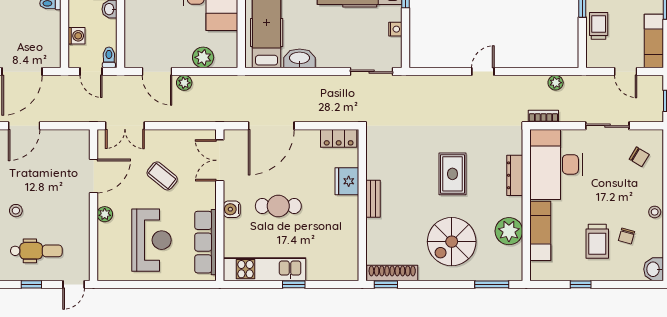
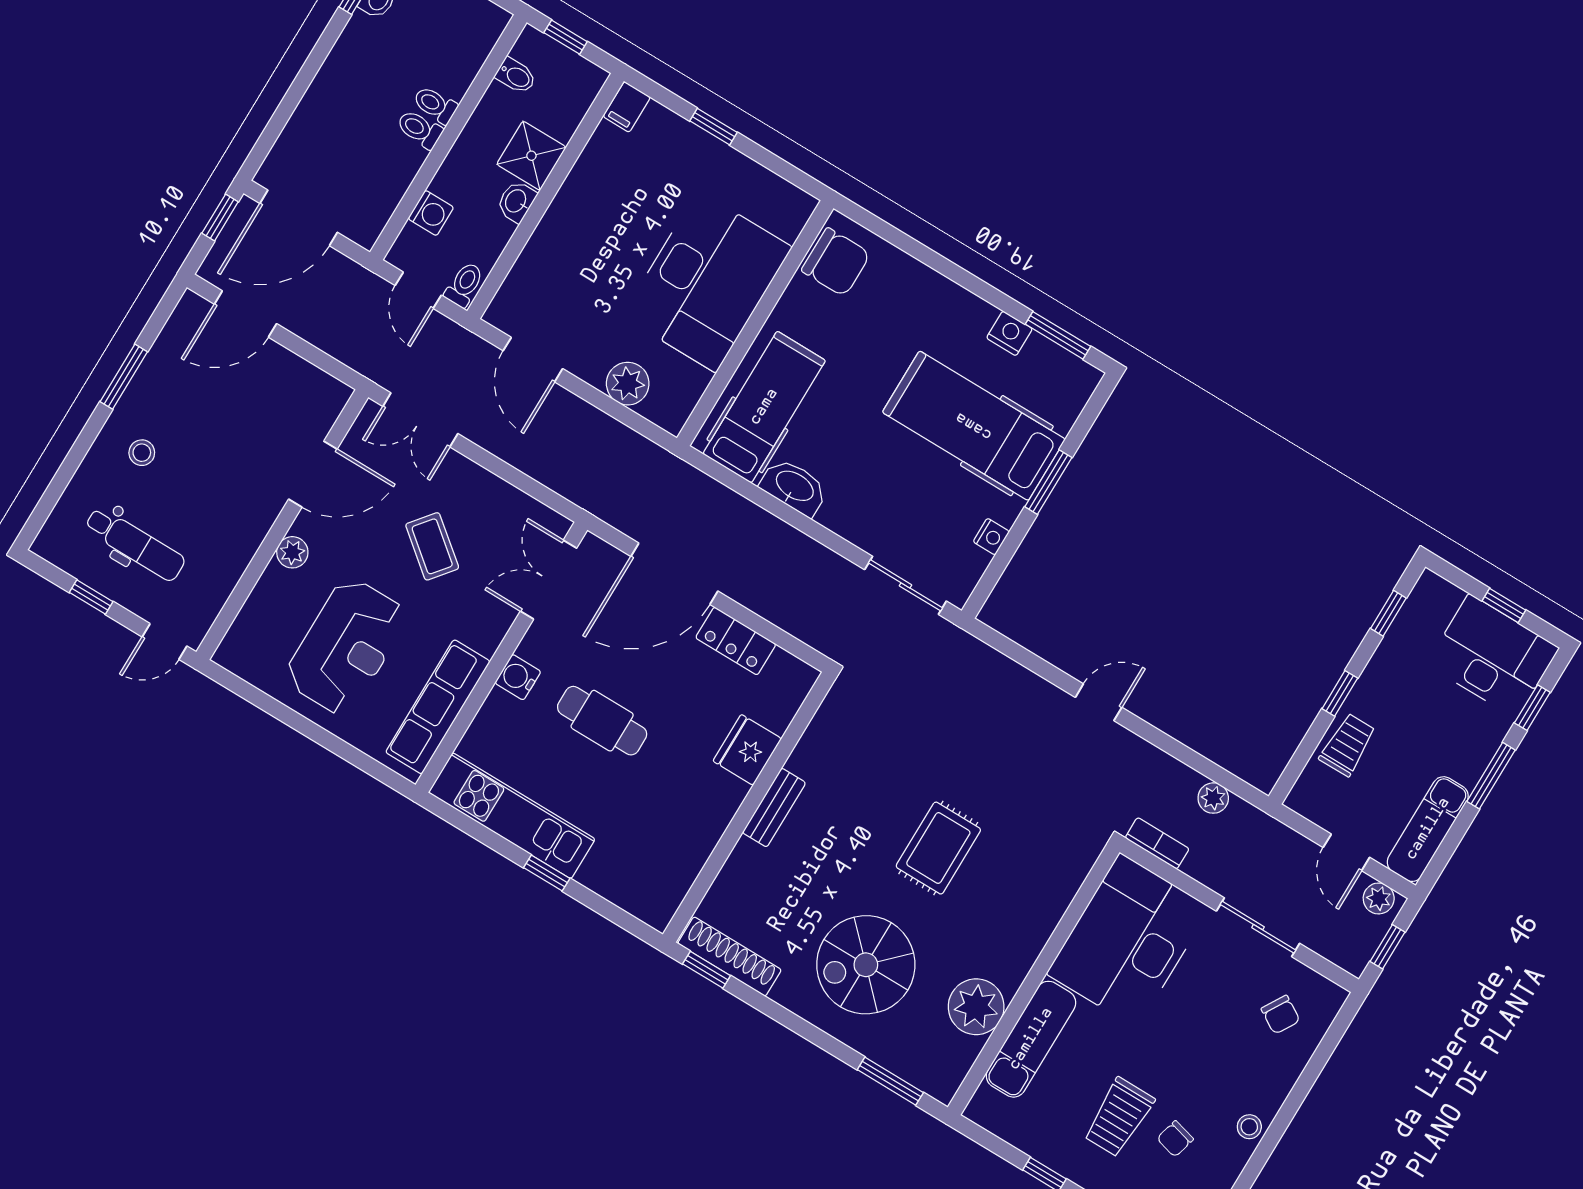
plant: (184, 83) -> (1379, 898), moved
locker: (339, 138) -> (736, 641), moved
dresser: (515, 175) -> (1045, 916), removed

